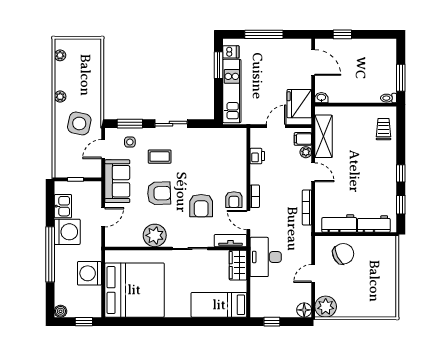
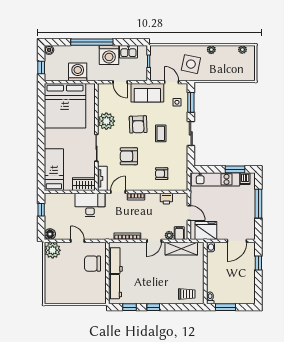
coffee table: (160, 157) -> (161, 133), moved
armchair: (234, 200) -> (162, 174), moved
chair: (343, 254) -> (92, 264), turned 117

